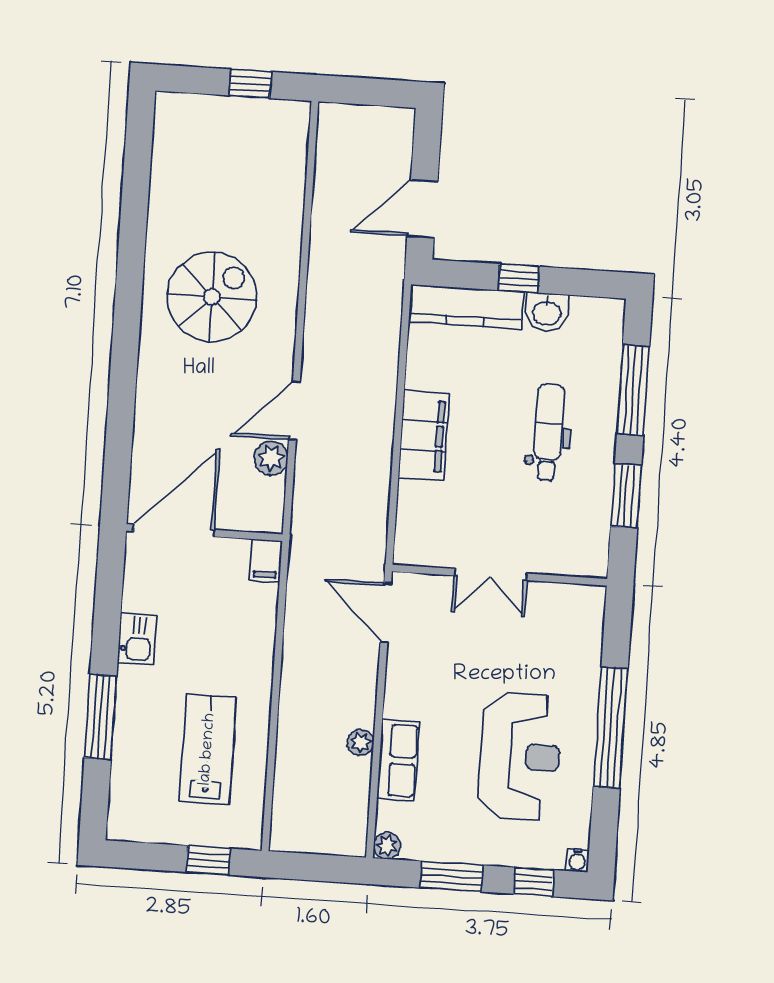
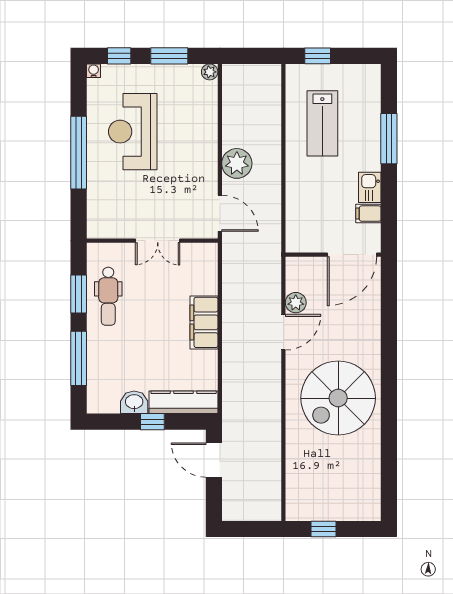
door: (422, 209) -> (214, 460), swing flipped
spiral stairs: (212, 297) -> (338, 398), width x1.37, depth x1.37
dental chair: (549, 433) -> (108, 296), moved
filing cabinet: (266, 560) -> (368, 214), moved, turned -90
double door: (491, 575) -> (158, 241), swing flipped
plant: (361, 742) -> (237, 163), moved, width x1.87, depth x1.87
row of seats: (398, 760) -> (206, 124), removed

